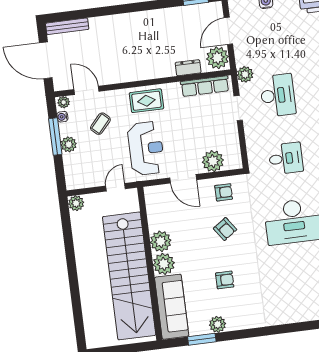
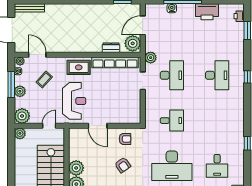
row of seats: (205, 86) -> (115, 62), width x1.36
plant: (213, 161) -> (22, 116), moved

